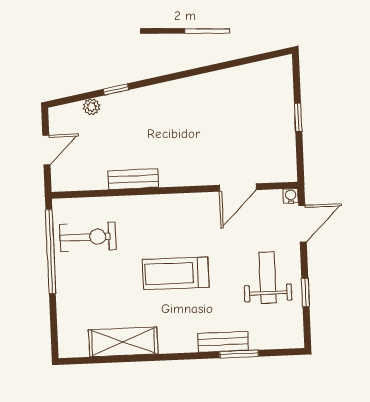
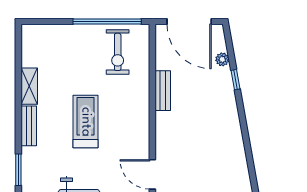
door: (46, 150) -> (189, 22), width x1.88
shelving: (123, 342) -> (29, 86), width x0.67, depth x0.75
bench: (223, 342) -> (29, 126), moved

